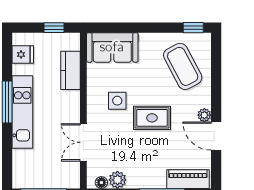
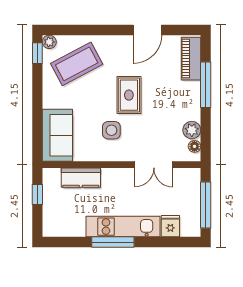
fridge: (23, 54) -> (170, 226), moved
plant: (204, 115) -> (49, 42), moved

